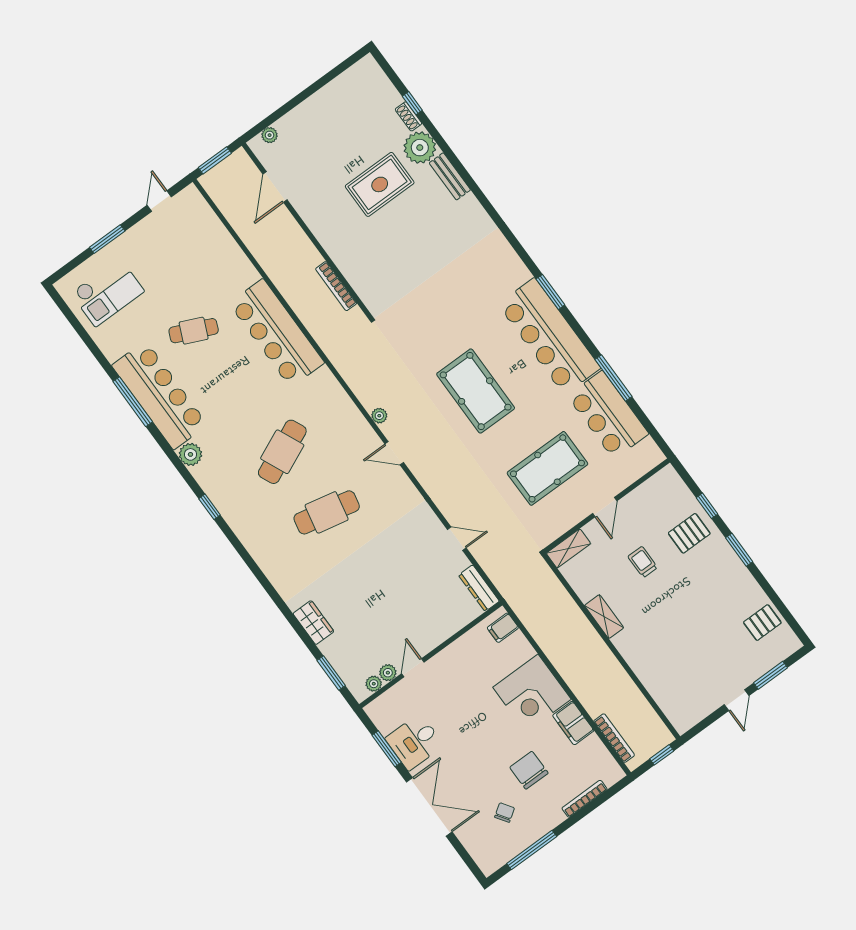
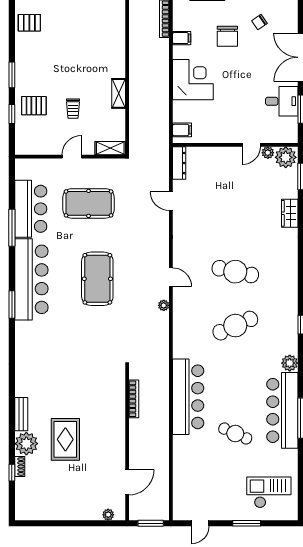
rug: (380, 184) -> (65, 439), turned 90
plant: (374, 684) -> (286, 157), width x1.87, depth x1.87
filing cabinet: (573, 723) -> (182, 38), width x0.50

